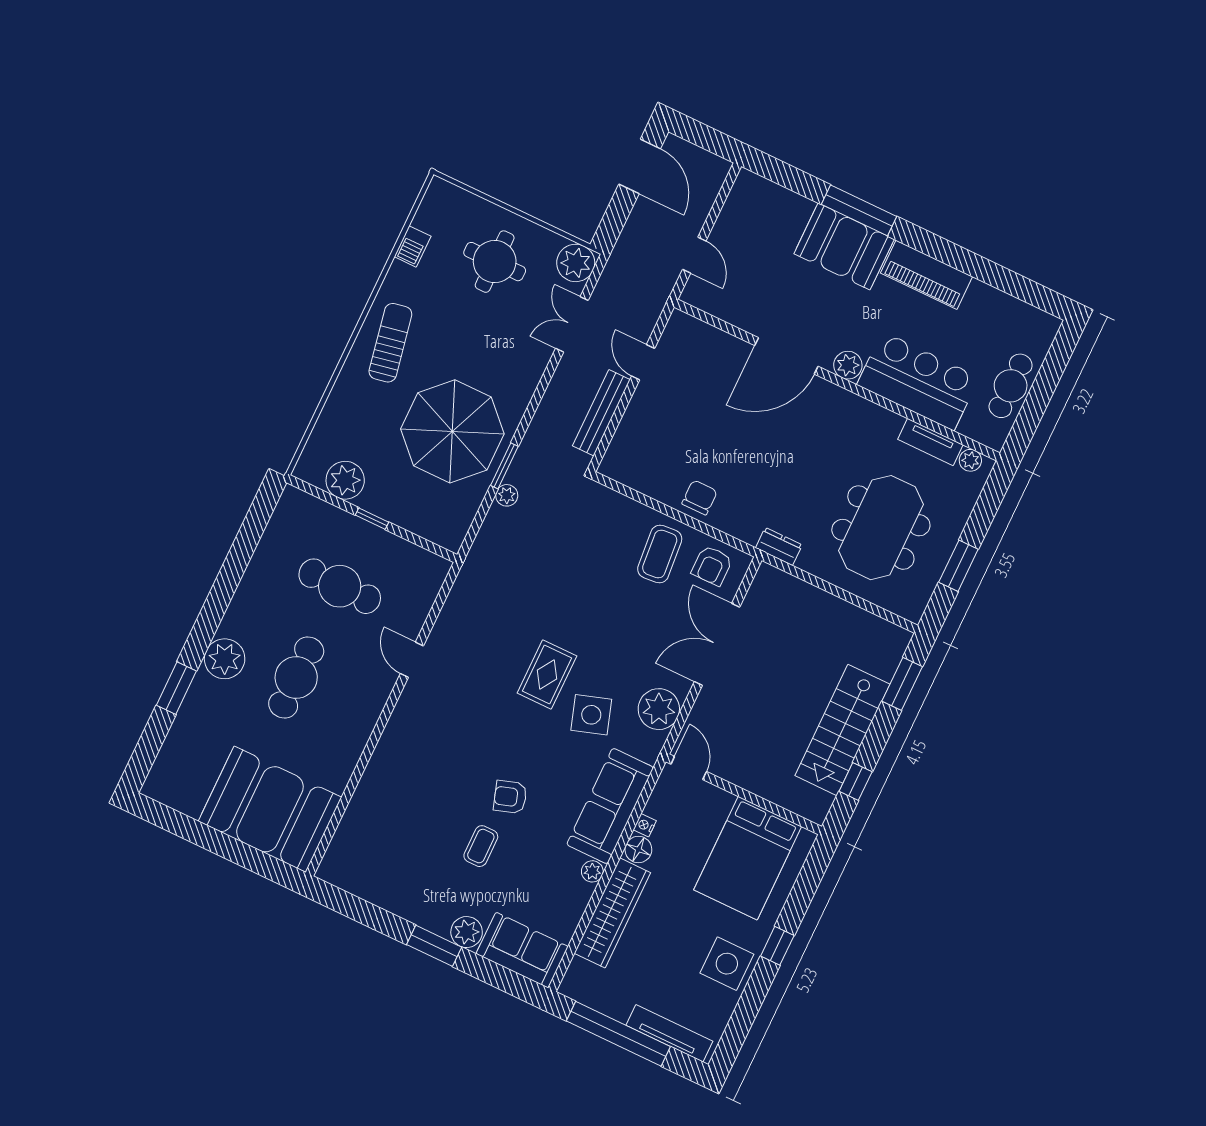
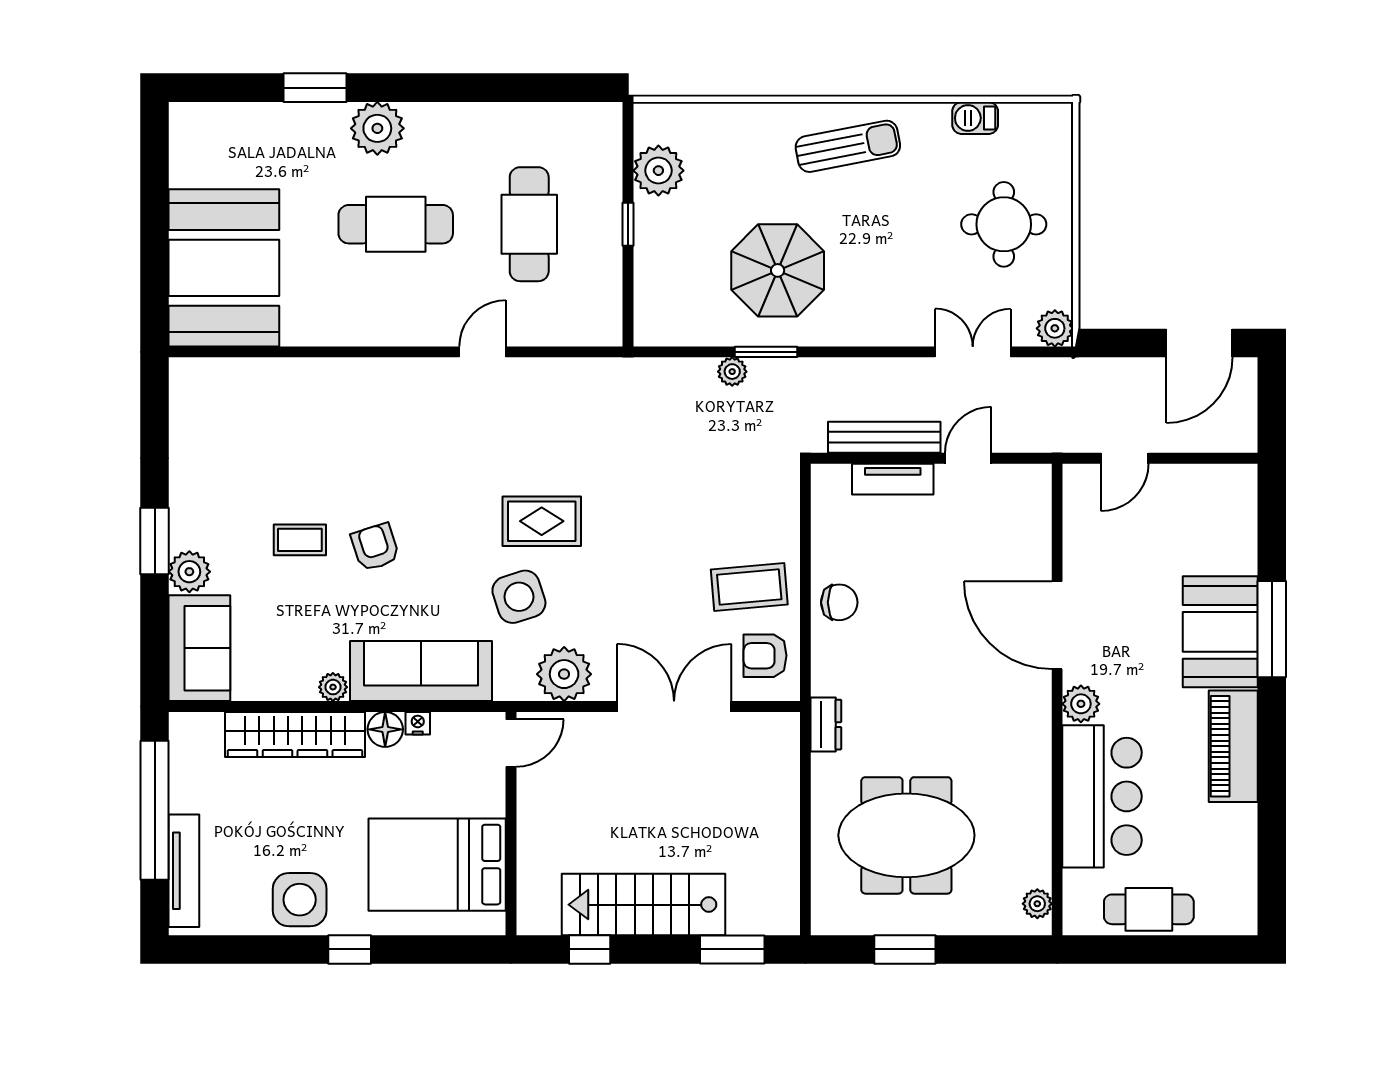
plant: (576, 263) -> (1055, 328), width x0.73, depth x0.73
parasol: (452, 431) -> (778, 270), width x0.73, depth x0.73
tv unit: (930, 442) -> (893, 479), moved, turned -90

